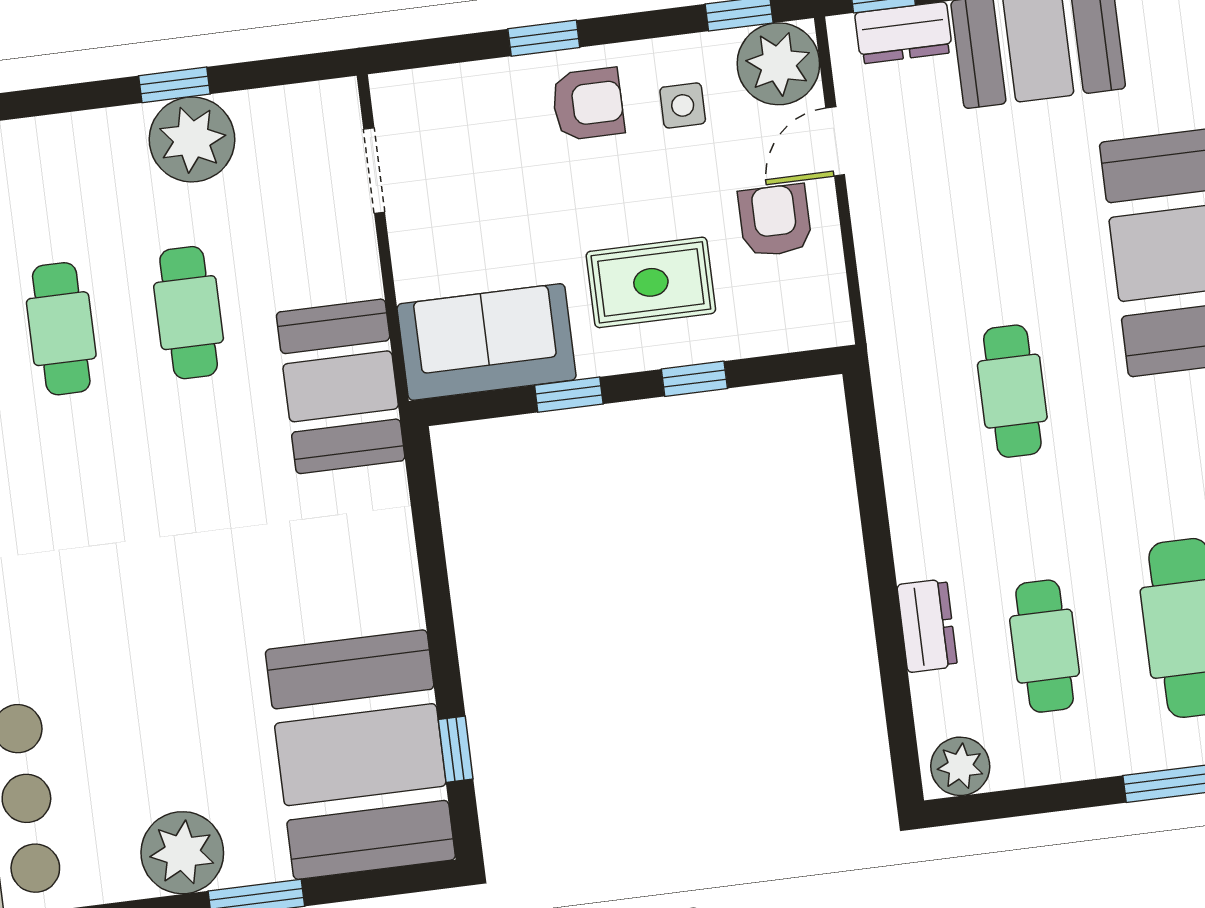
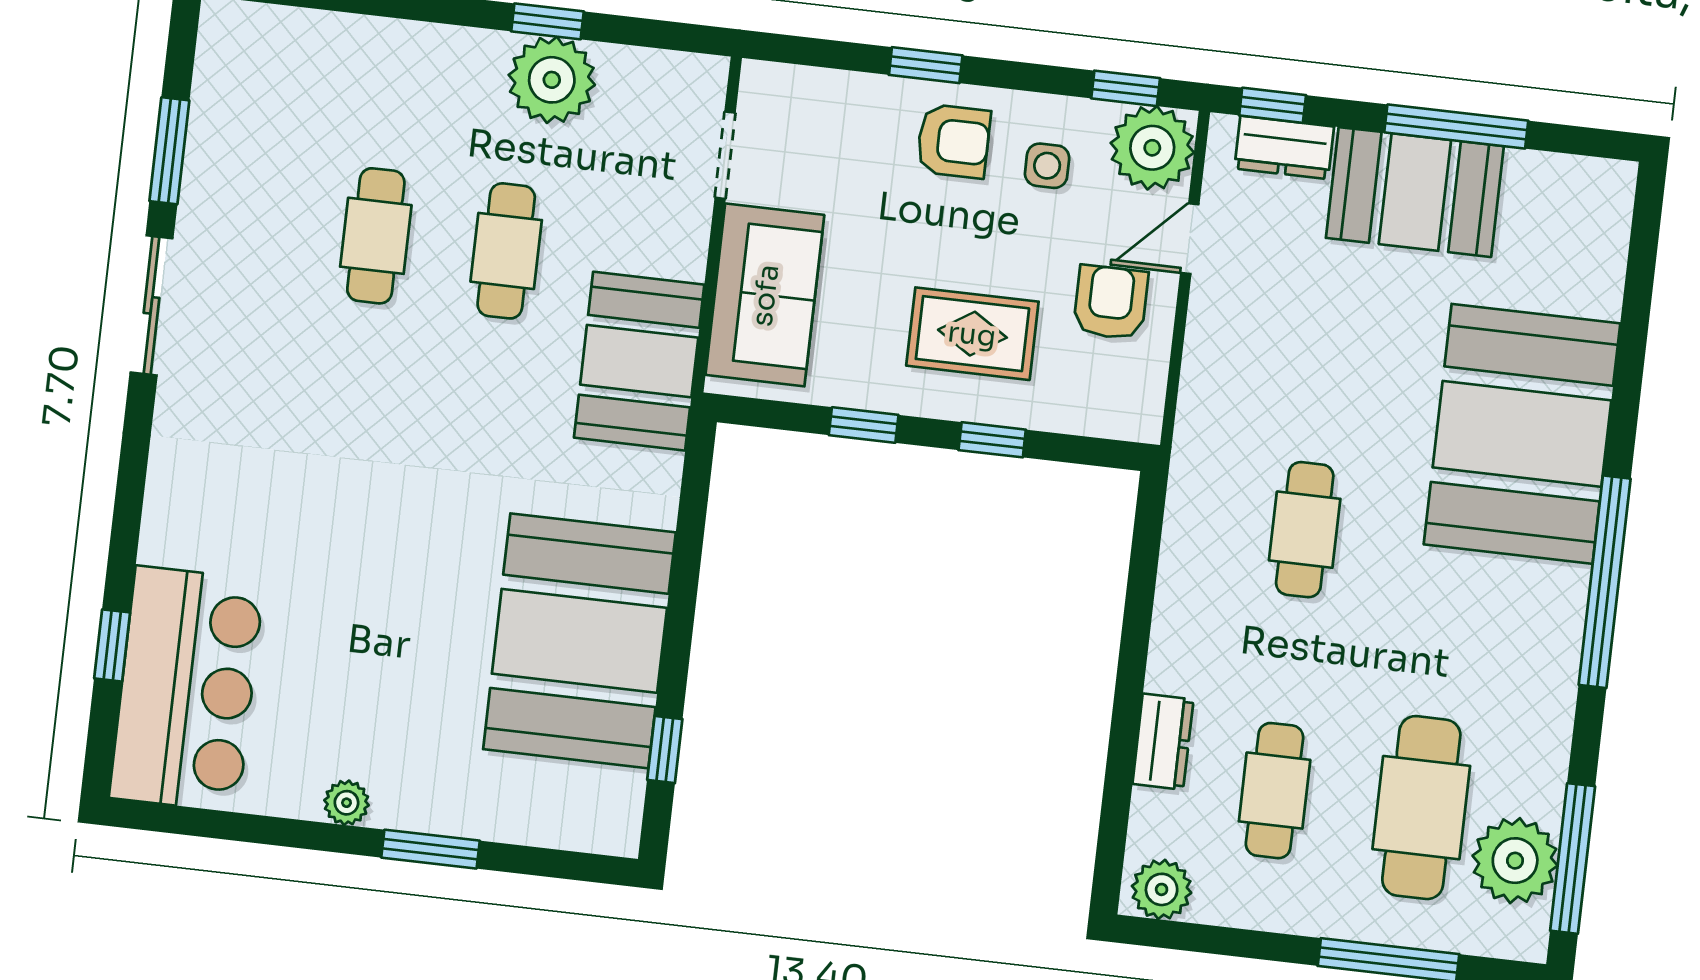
sofa: (487, 342) -> (765, 295), moved, turned 90
booth: (360, 755) -> (579, 641), moved
plant: (182, 853) -> (346, 803), width x0.53, depth x0.53

